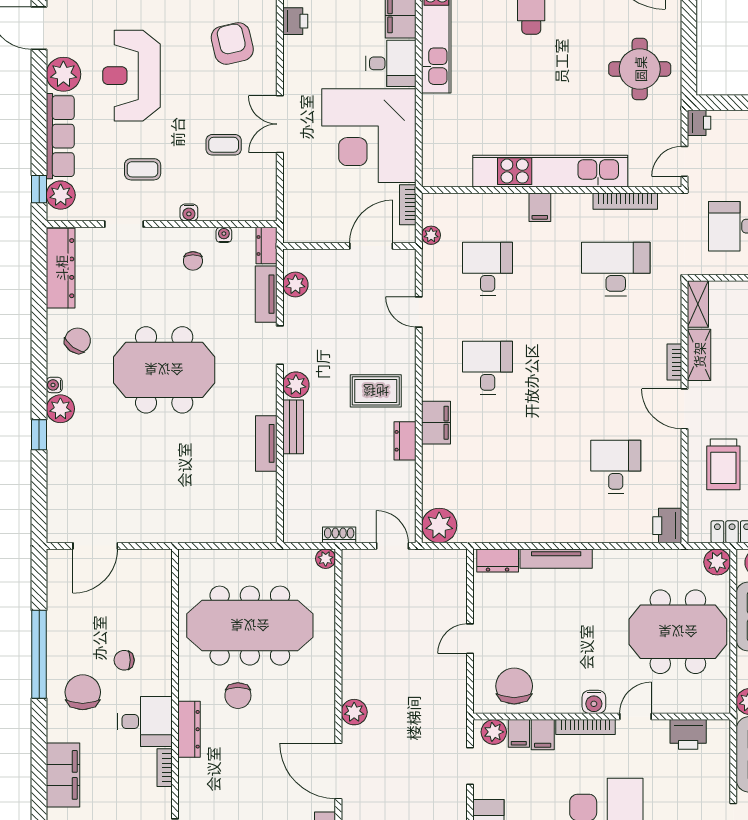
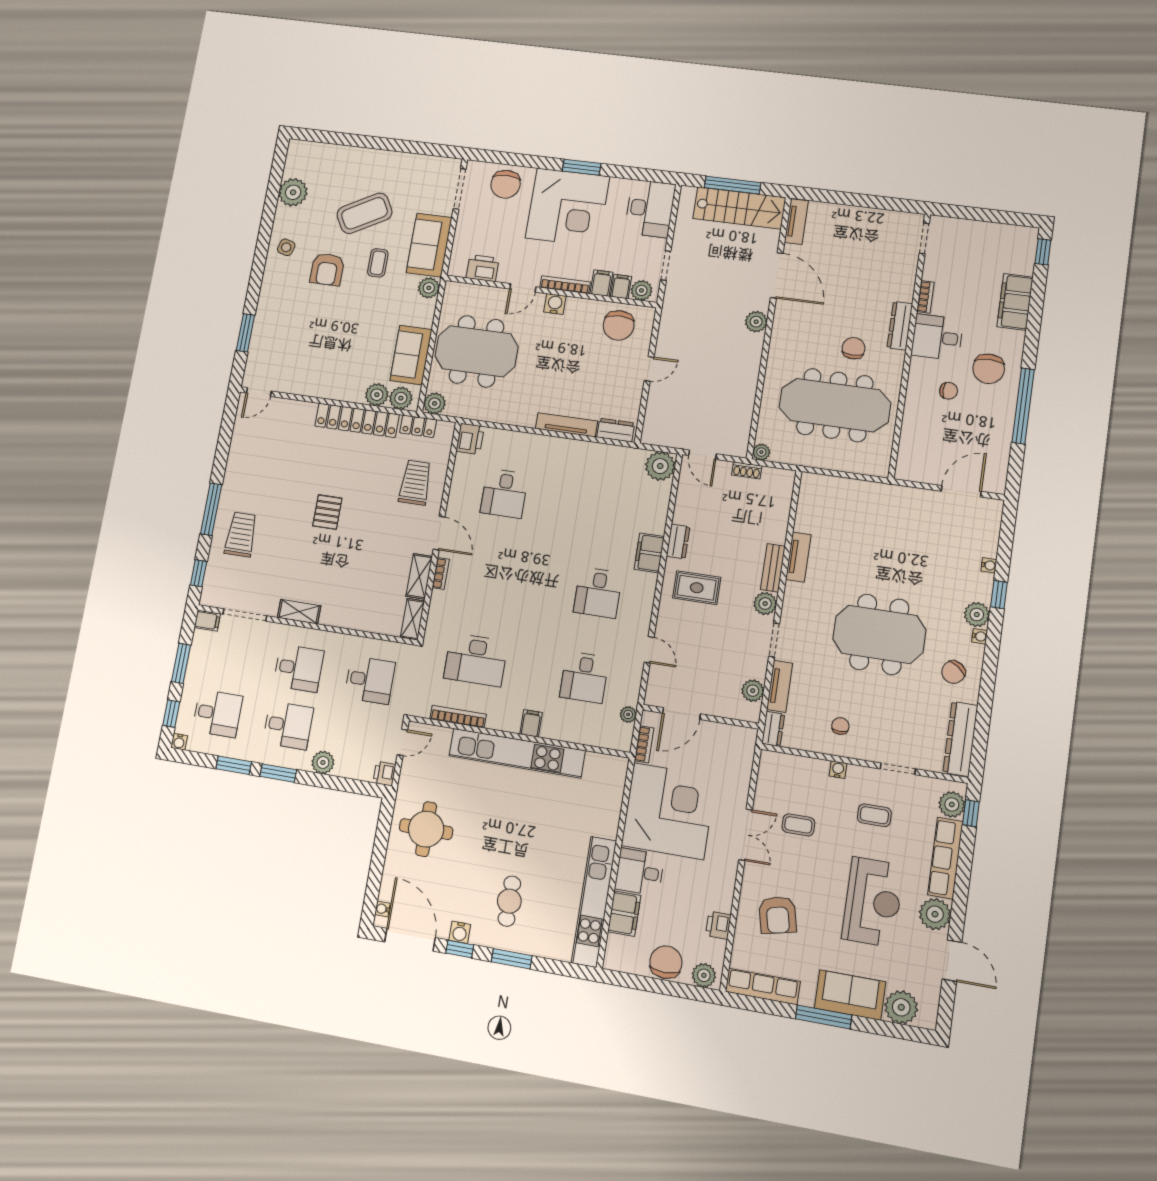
water cooler: (224, 235) -> (989, 565), moved, turned -90

